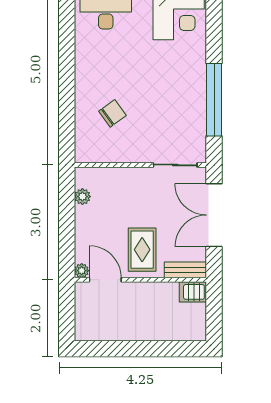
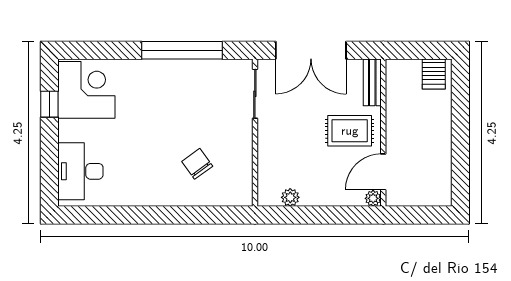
server rack: (193, 292) -> (434, 74), moved

